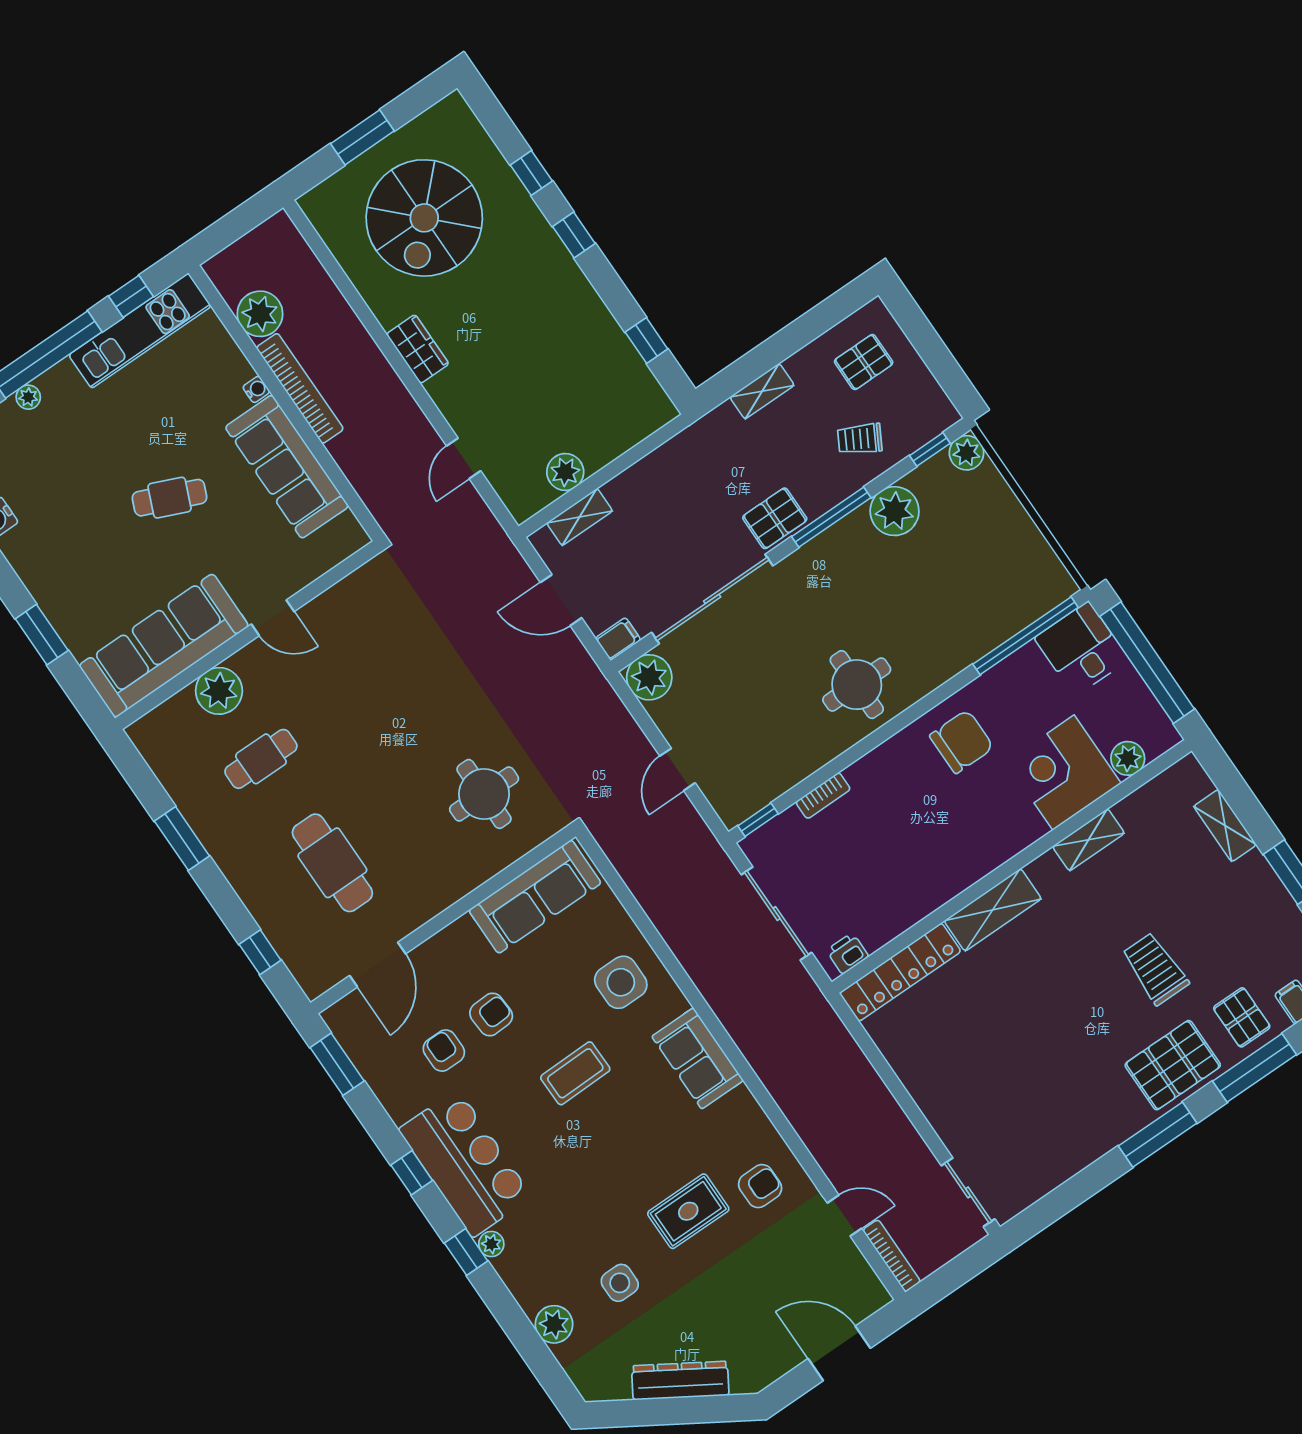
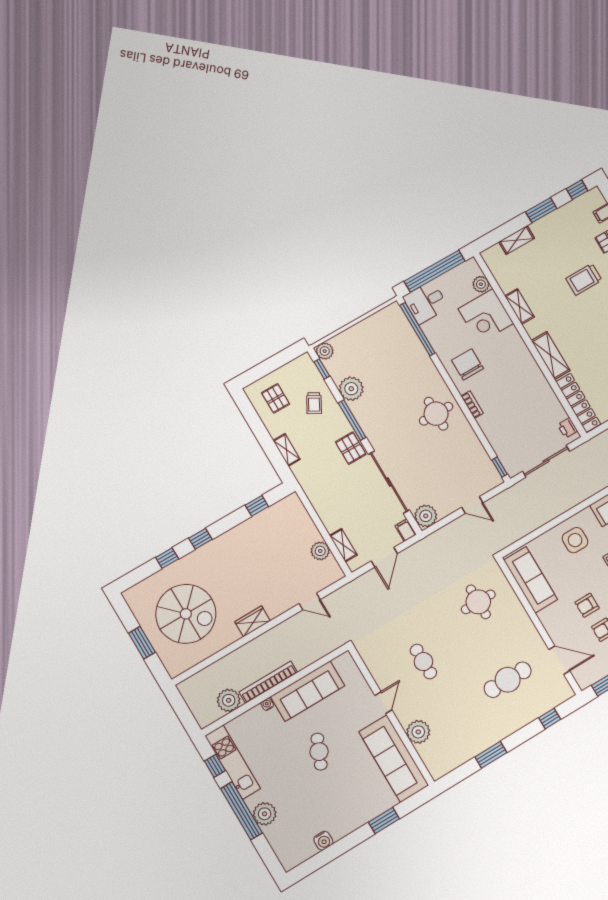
plant: (28, 397) -> (265, 814), width x1.88, depth x1.88
cafe table: (261, 759) -> (423, 662), moved
bookcase: (823, 796) -> (472, 405), moved
armchair: (491, 1015) -> (587, 605), turned -87

